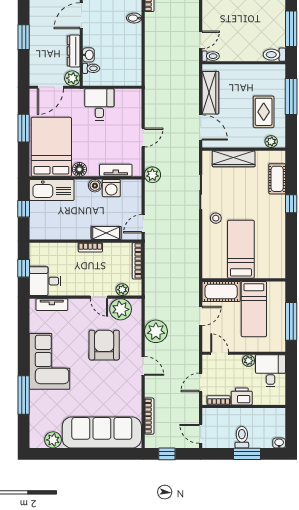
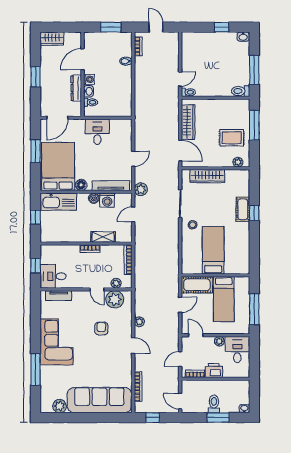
washing machine: (89, 40) -> (89, 79), added
plant: (72, 78) -> (75, 110), removed
rug: (264, 112) -> (232, 138), turned 90
tv unit: (116, 170) -> (111, 186), width x1.41
cot: (277, 179) -> (243, 209), moved
door: (143, 224) -> (133, 214), moved
plant: (156, 331) -> (139, 322), width x0.53, depth x0.53
armchair: (104, 345) -> (101, 329), width x0.53, depth x0.53

